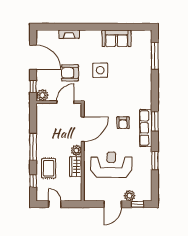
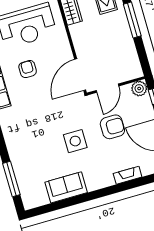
armchair: (123, 123) -> (28, 69), moved
door: (83, 129) -> (80, 75), moved
plant: (76, 150) -> (76, 31), removed

